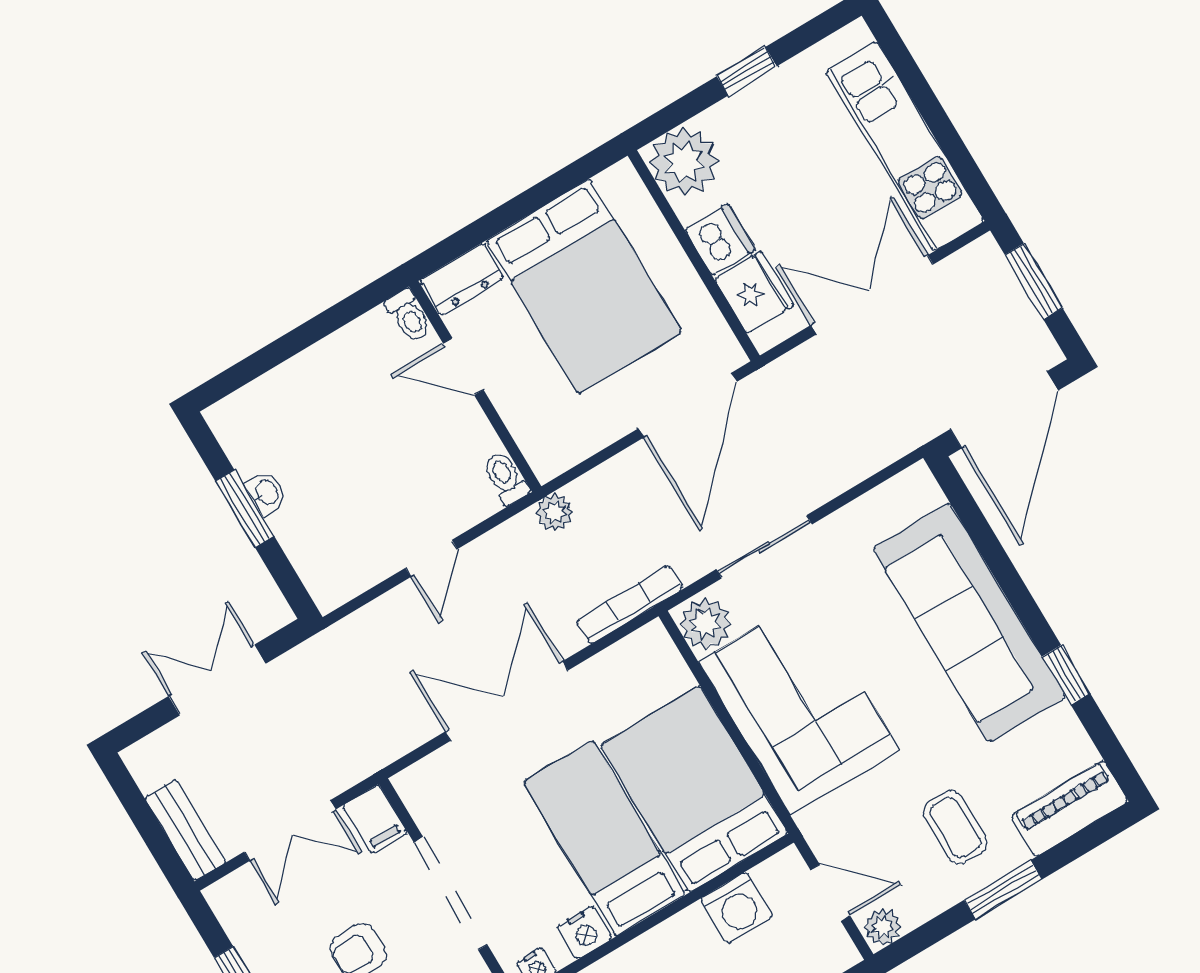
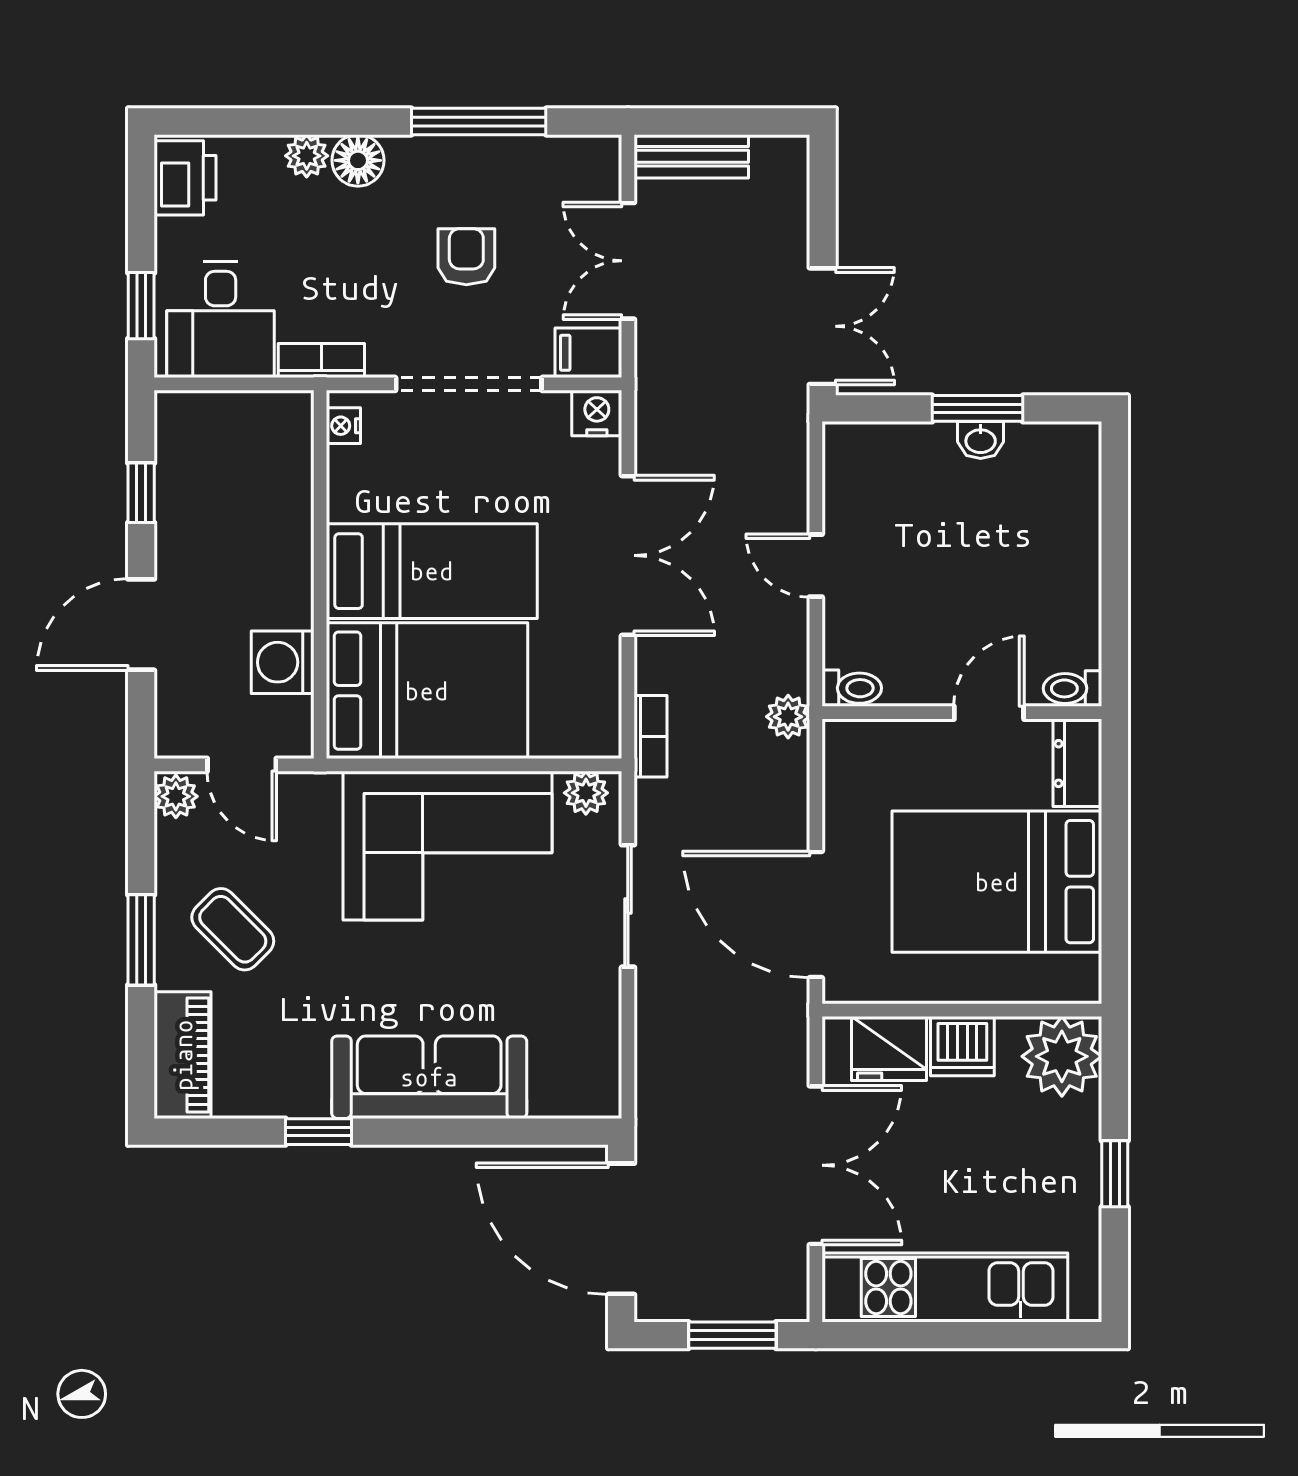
bookcase: (629, 605) -> (651, 736), width x0.64
sofa: (969, 623) -> (429, 1077), width x0.74, depth x0.79
plant: (705, 624) -> (586, 793), width x0.73, depth x0.73
double door: (217, 680) -> (823, 326), moved
coffee table: (955, 827) -> (233, 929), turned 45
door: (830, 893) -> (242, 765), hinge flipped
nightstand: (584, 933) -> (597, 413), moved, turned 90

